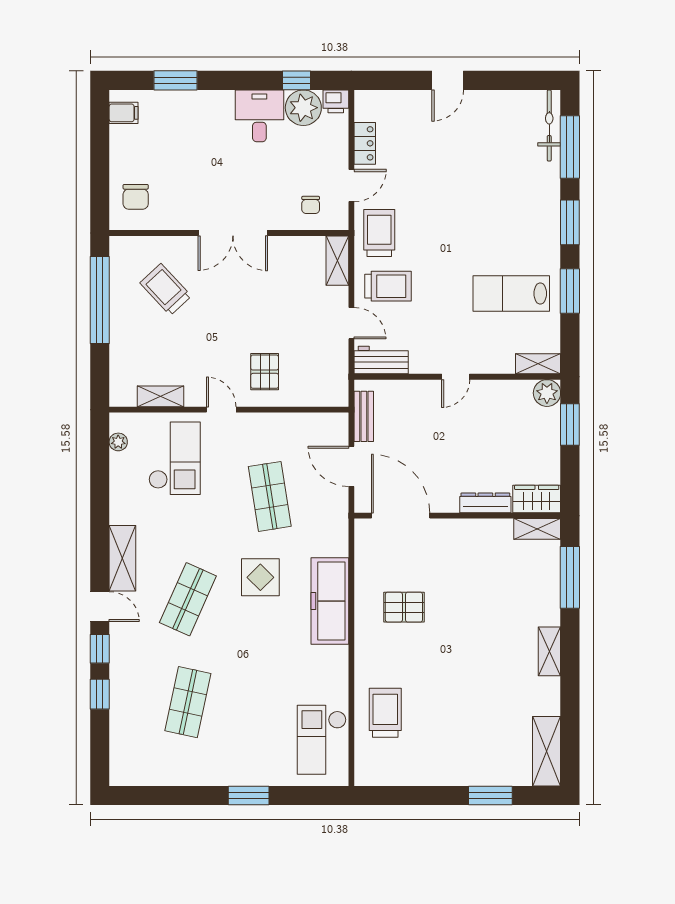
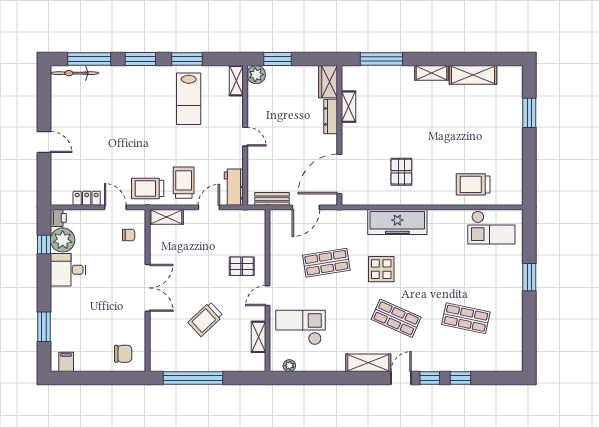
trolley: (166, 289) -> (205, 319), moved
shelving: (537, 529) -> (348, 107), moved
shelving: (547, 751) -> (473, 75), moved

